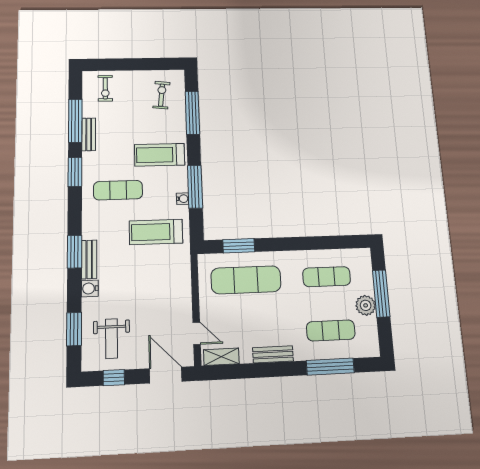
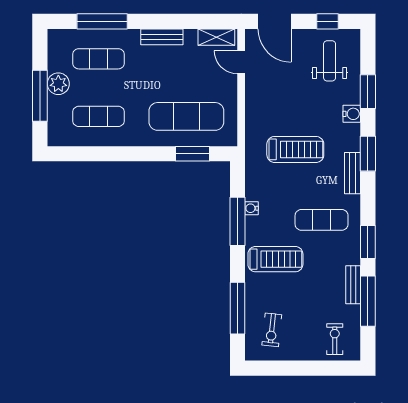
treadmill: (156, 232) -> (295, 149), moved
bench: (89, 259) -> (353, 173), moved
window: (74, 329) -> (368, 92), moved

